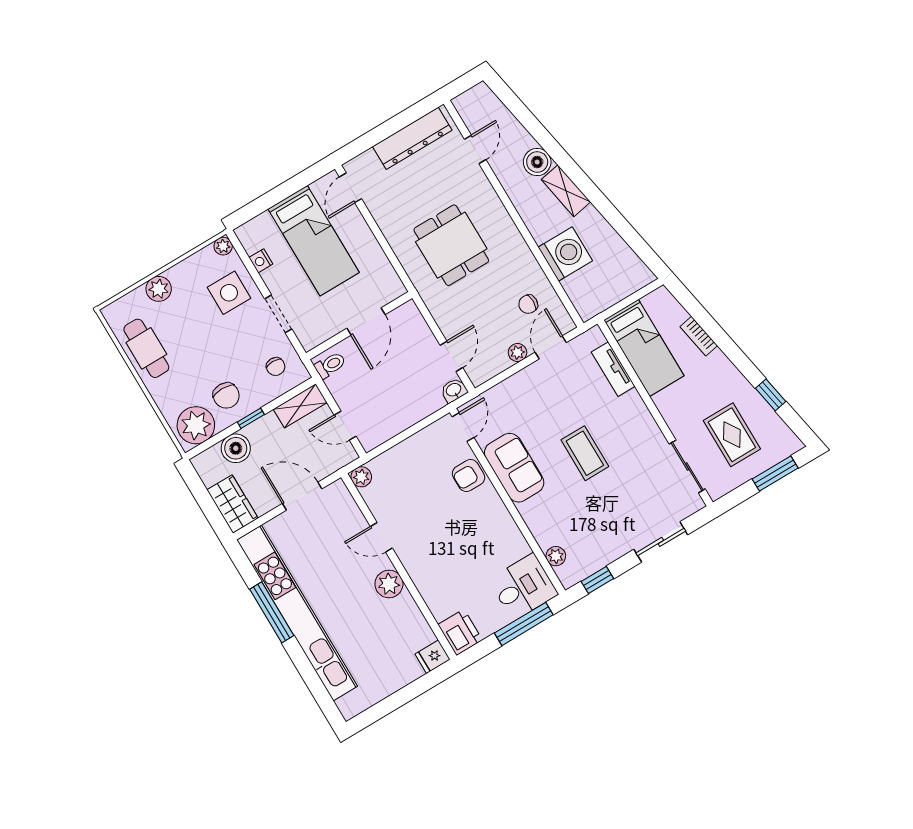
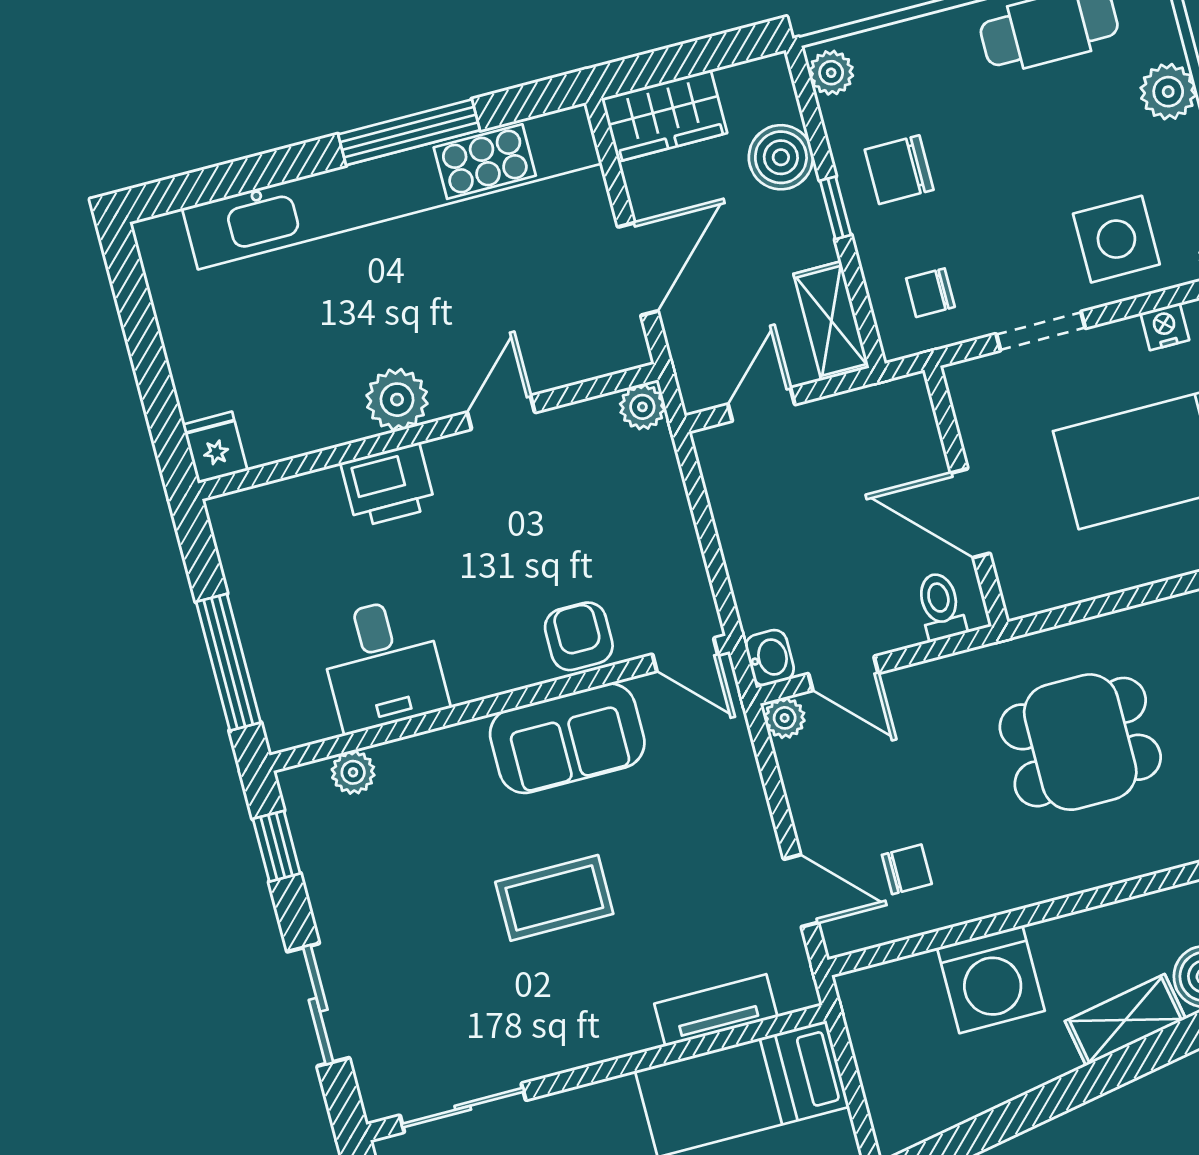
chair: (528, 304) -> (907, 869), turned 90
plant: (517, 353) -> (785, 718), moved
toilet: (330, 365) -> (941, 606), moved, turned 180
plant: (196, 425) -> (831, 73), width x0.53, depth x0.53
desk: (523, 587) -> (383, 664), moved
printer: (460, 632) -> (388, 485), moved

